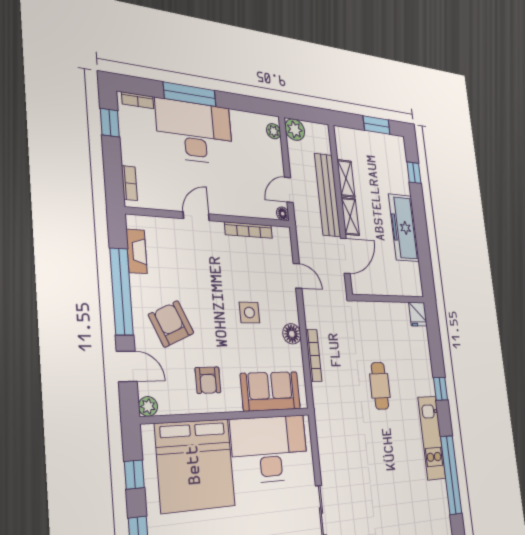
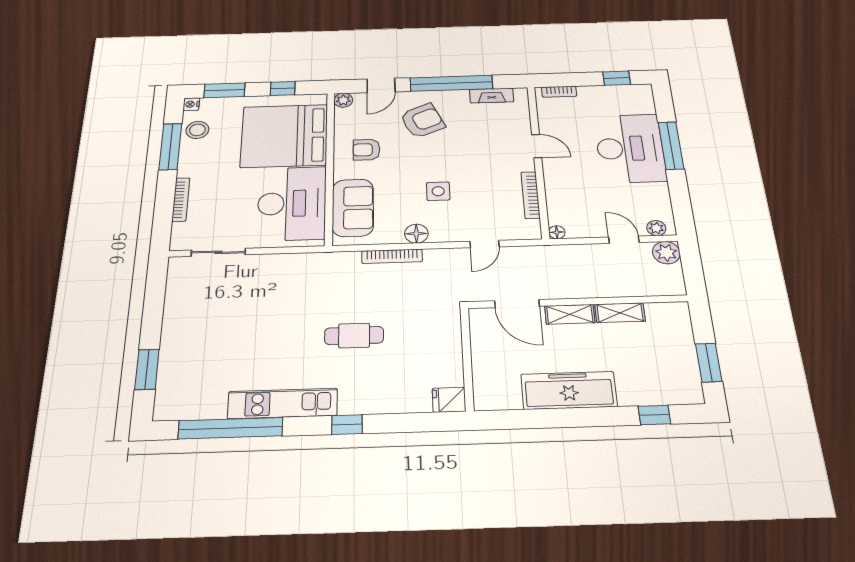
bookcase: (138, 100) -> (648, 100), removed
door: (289, 190) -> (624, 240), moved
bench: (328, 195) -> (592, 287), removed

